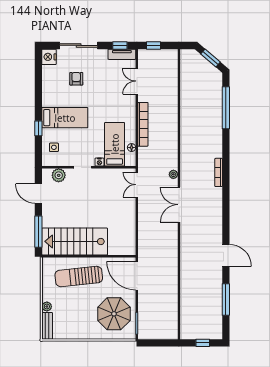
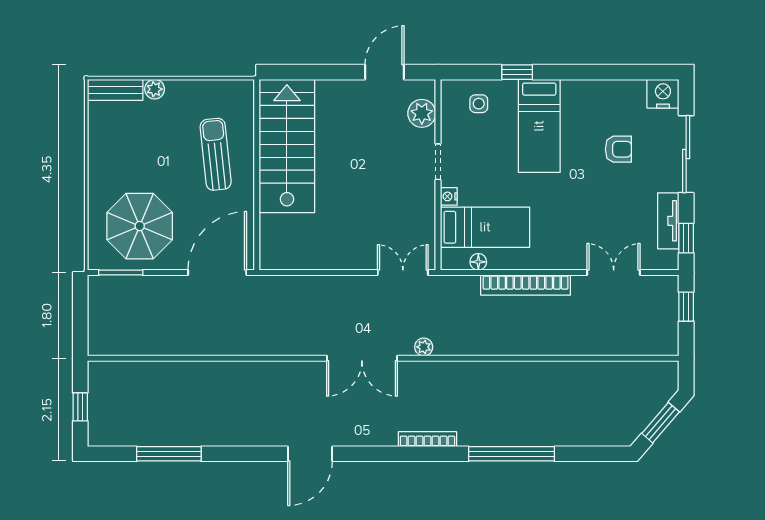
tv unit: (122, 54) -> (668, 221), moved
window: (226, 108) -> (511, 454), moved
double door: (179, 205) -> (362, 358), swing flipped
window: (38, 232) -> (307, 72), removed
door: (226, 255) -> (310, 454), moved
sun lounger: (79, 277) -> (216, 154), width x0.73, depth x0.75

